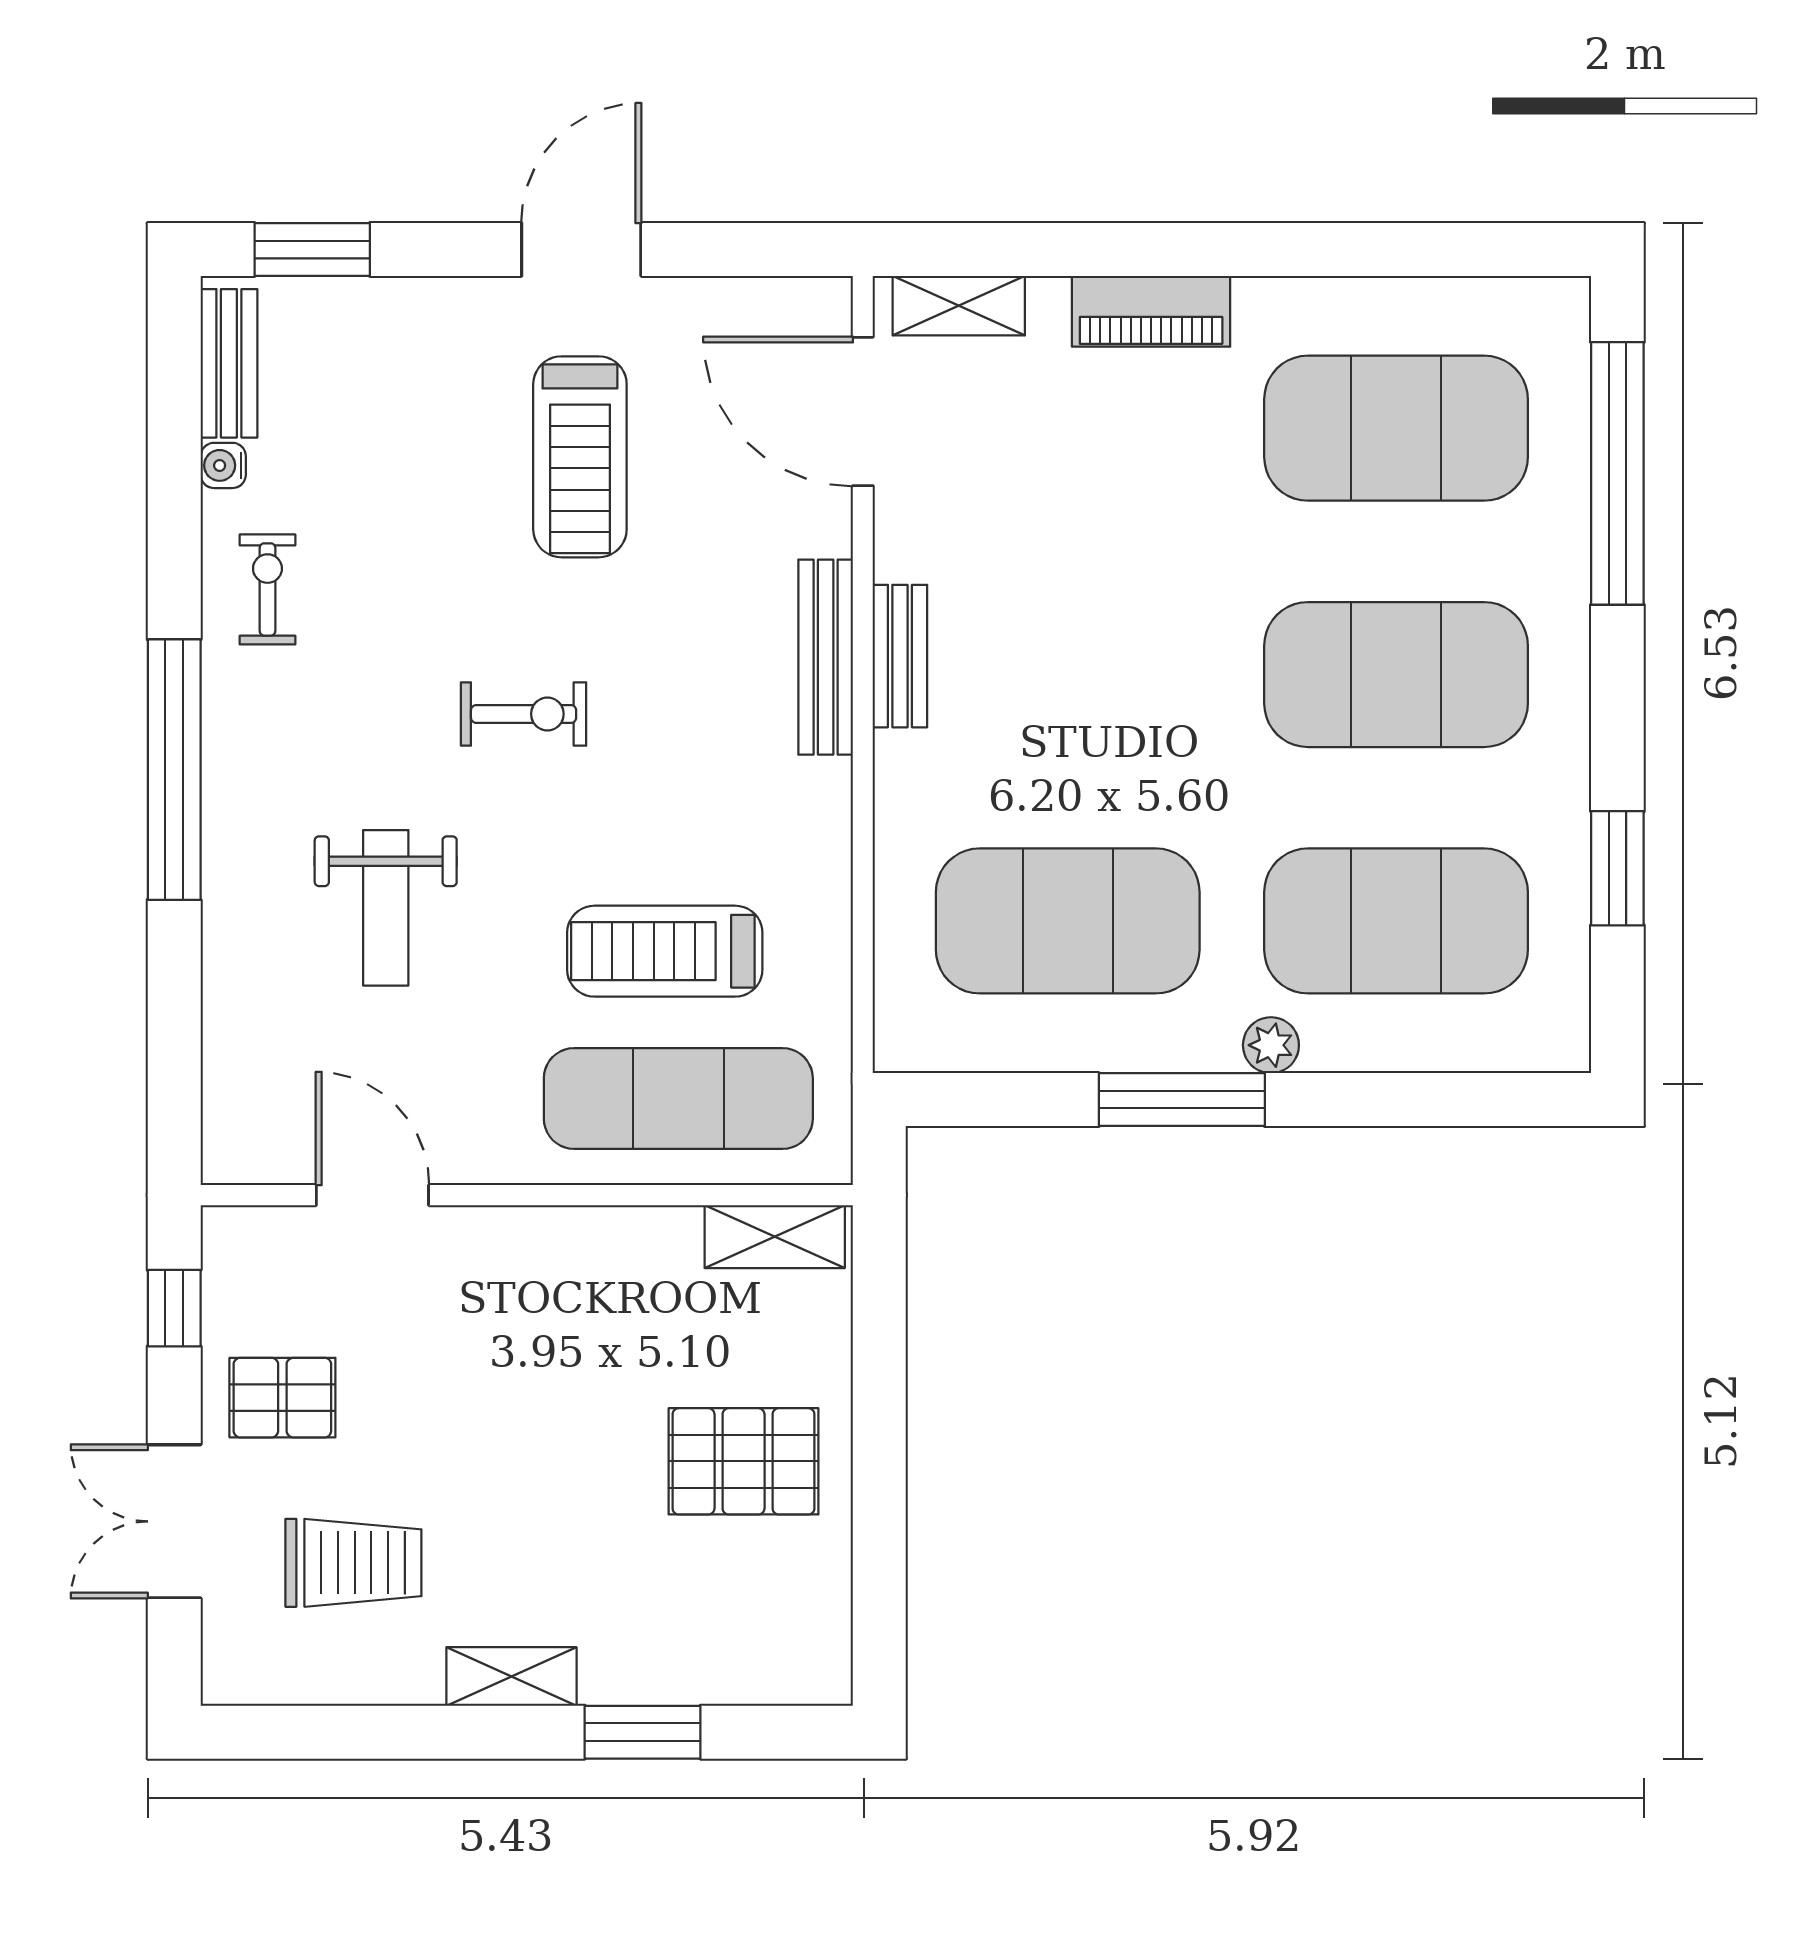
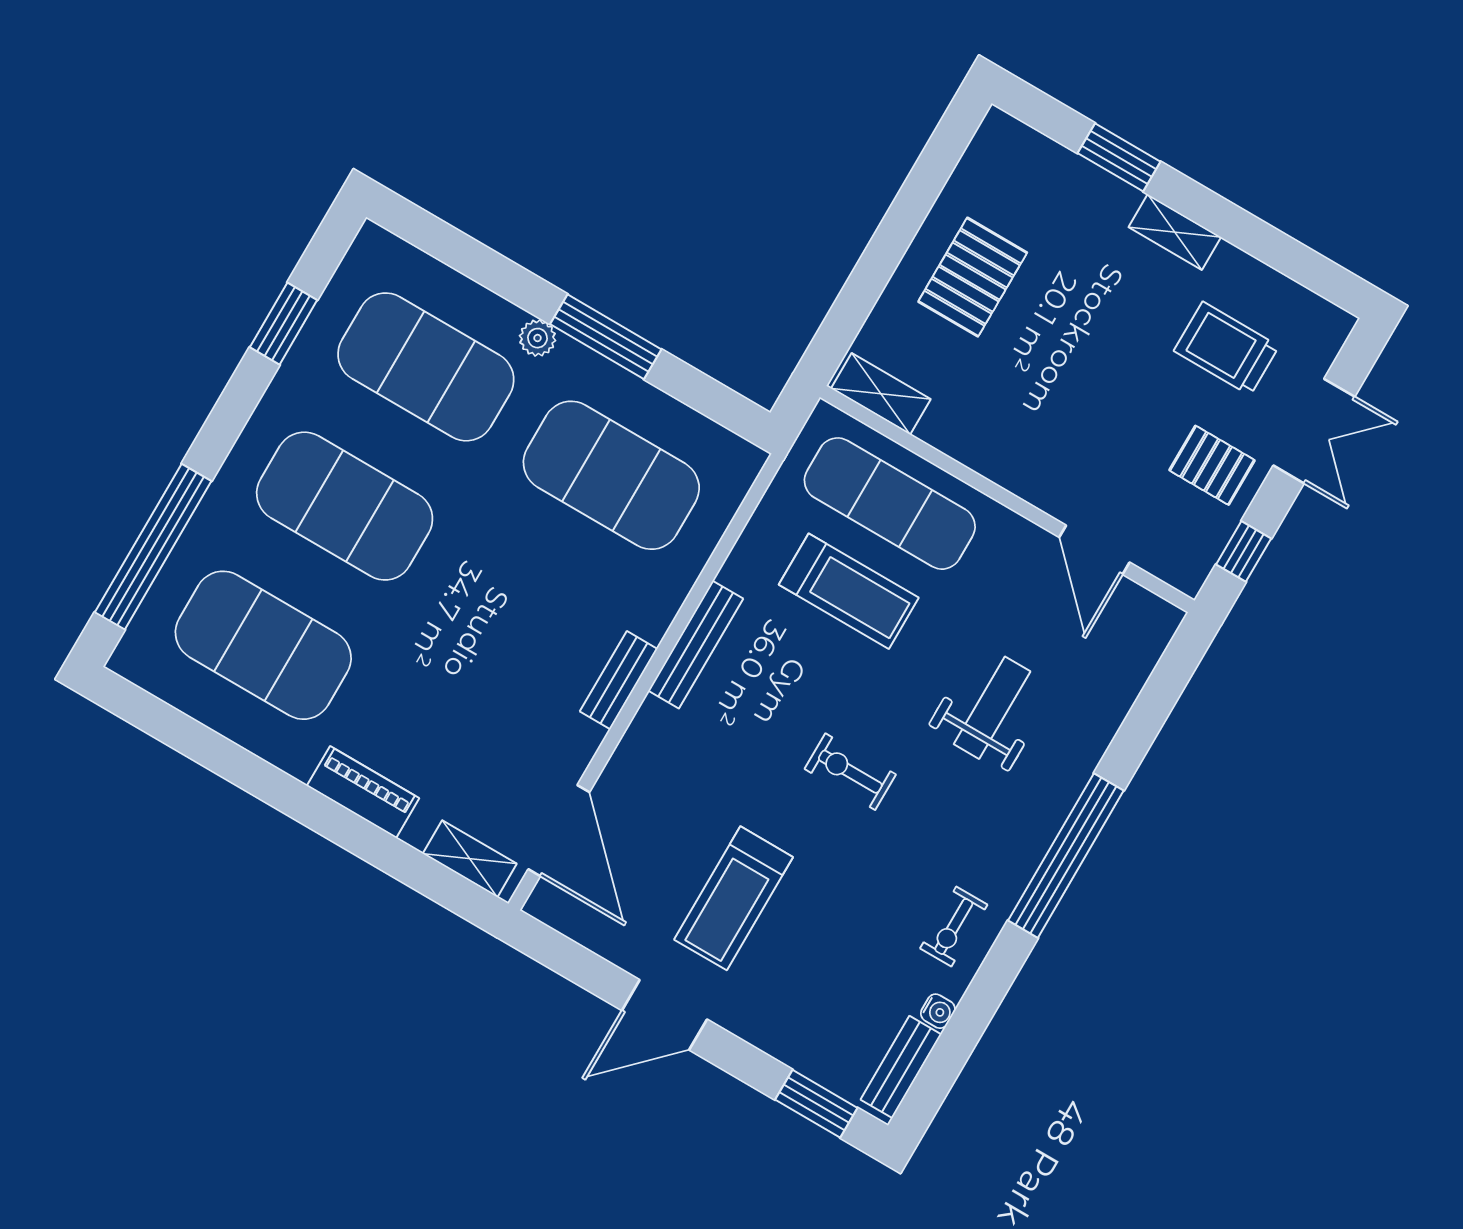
treadmill: (580, 457) -> (734, 898), turned 180
bench: (826, 657) -> (696, 645), moved
pallet: (744, 1461) -> (973, 277), turned 90

